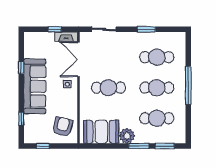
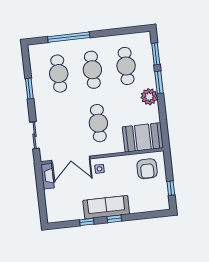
window: (55, 29) -> (41, 190), removed
window: (188, 85) -> (69, 37), moved
sofa: (35, 86) -> (106, 207), width x0.74, depth x0.79
window: (21, 119) -> (114, 219), moved
armchair: (63, 127) -> (147, 169), turned -104
booth: (101, 132) -> (143, 137), moved, turned 90

